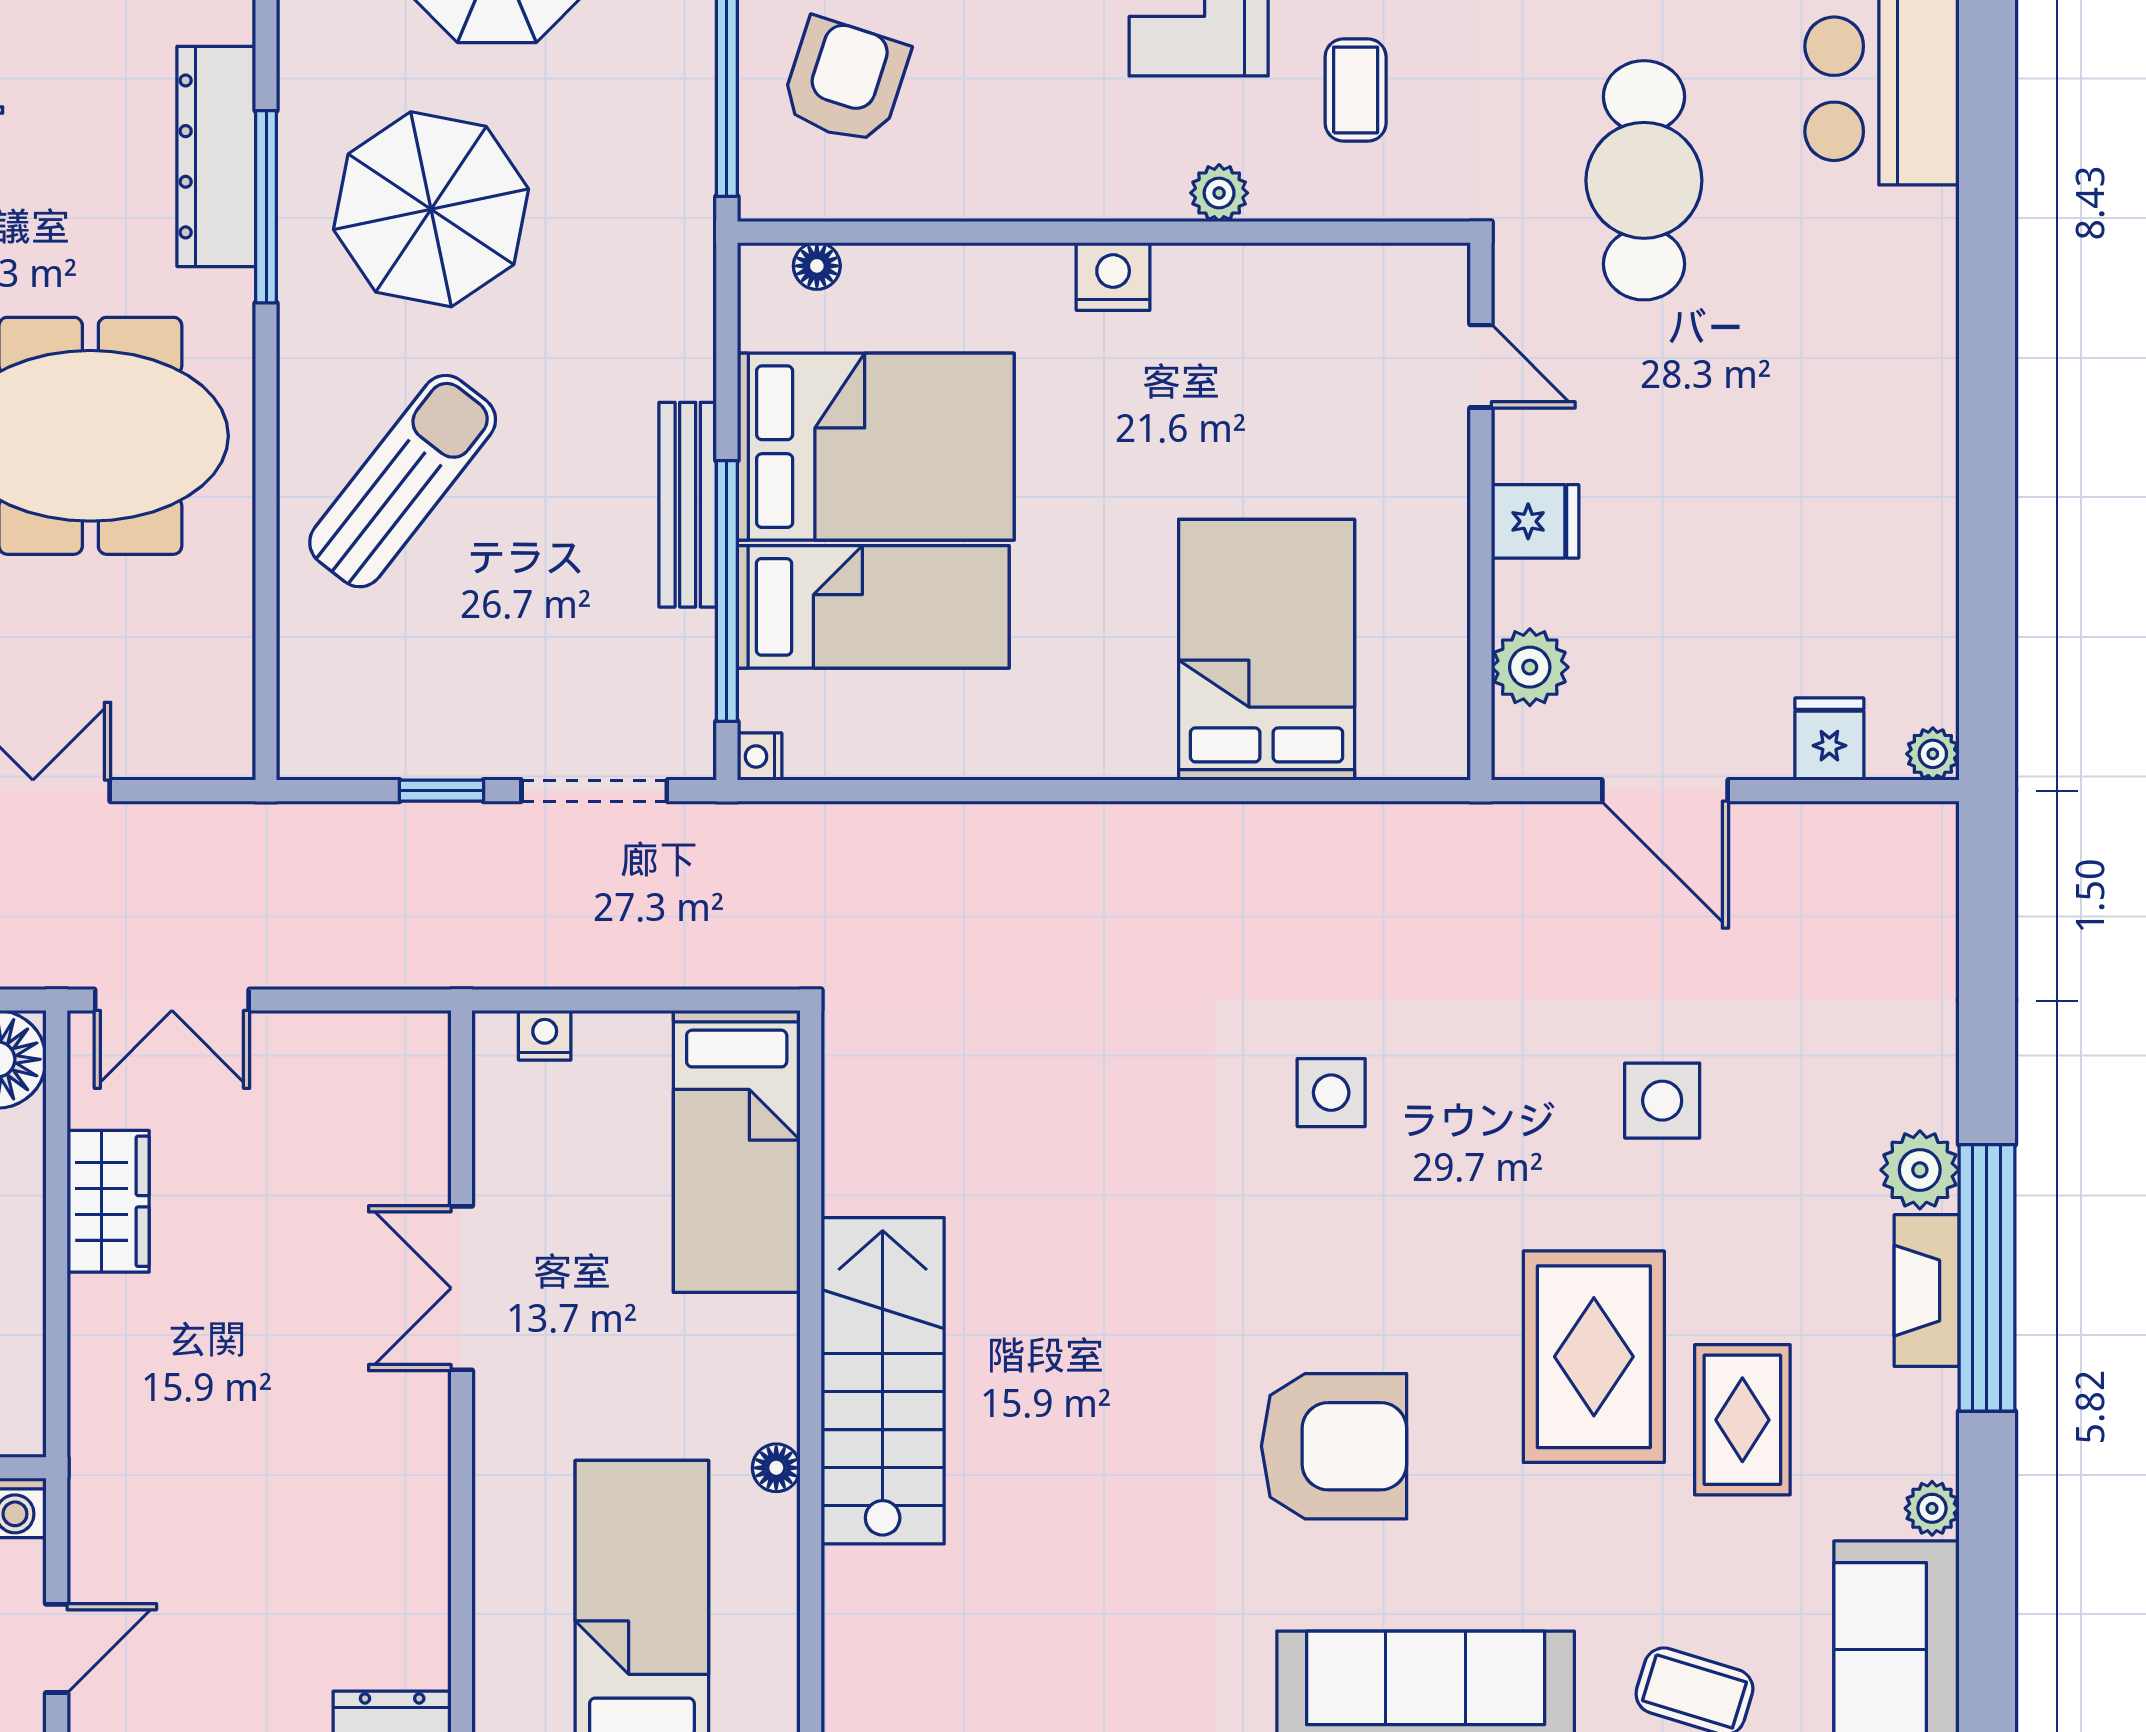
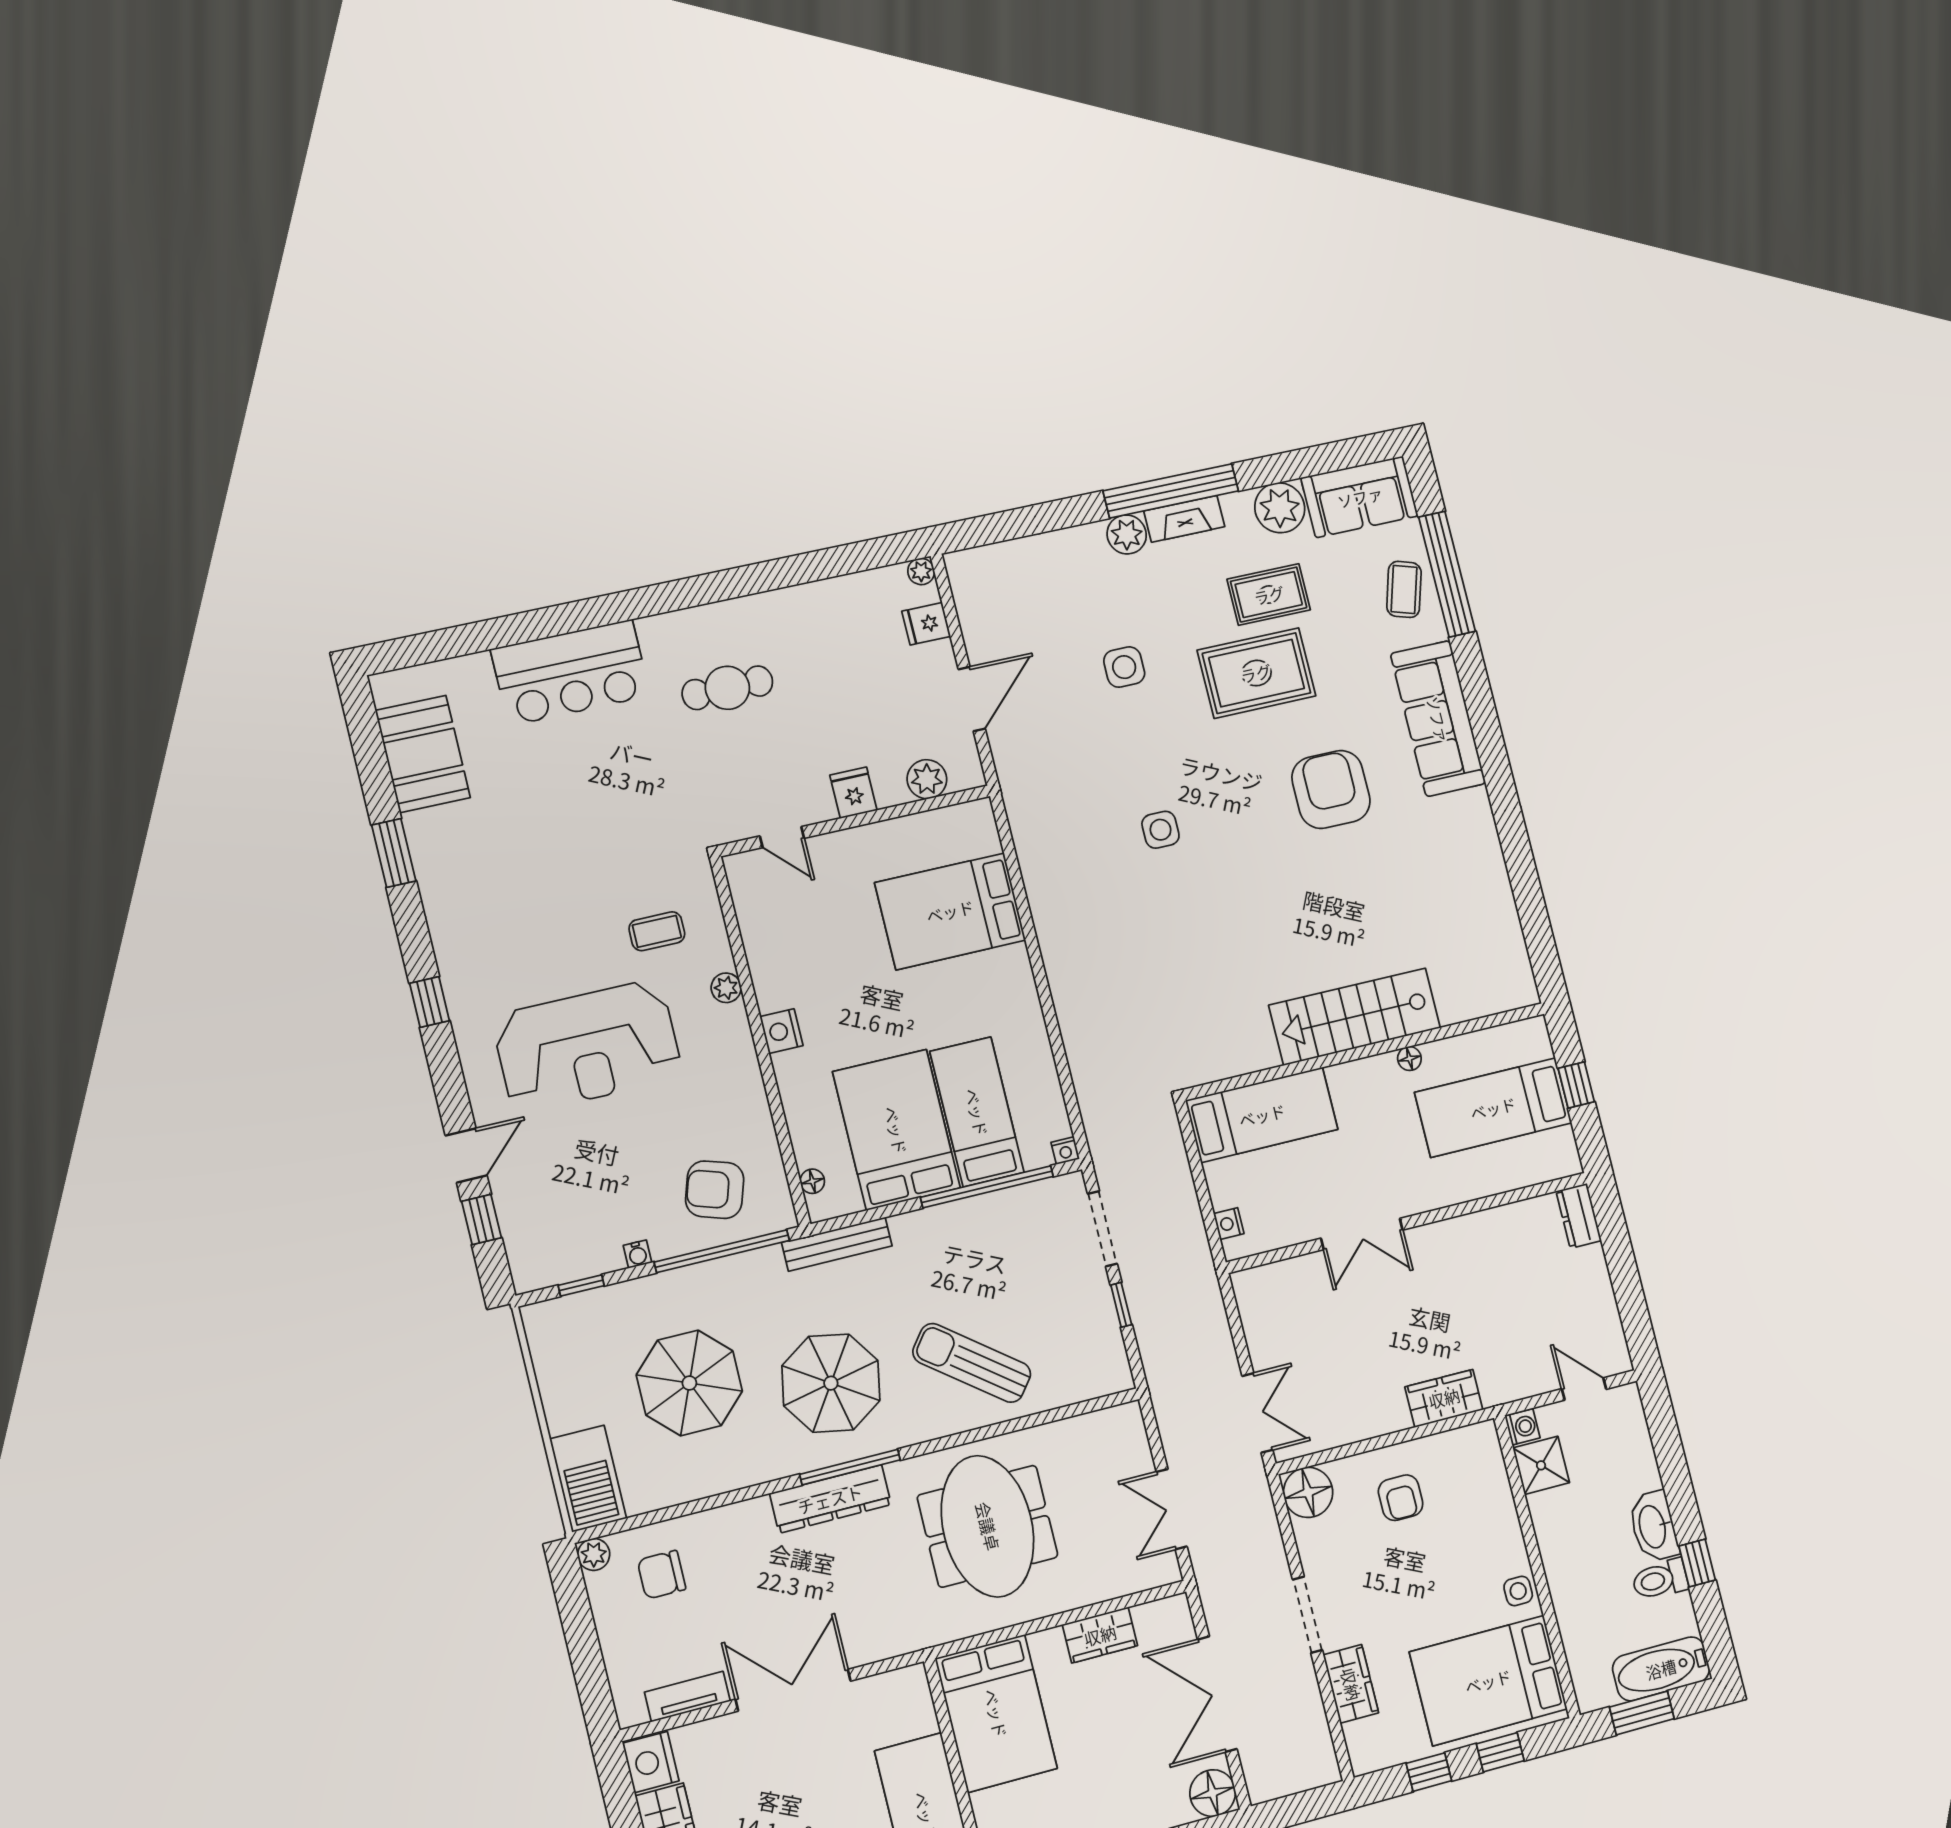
cafe table: (1644, 180) -> (727, 688), moved, width x0.73, depth x0.74
door: (1481, 366) -> (782, 837), swing flipped
bench: (688, 505) -> (837, 1244), moved
wardrobe: (108, 1201) -> (1444, 1398), moved
plant: (1932, 1508) -> (1280, 508), width x1.88, depth x1.88

